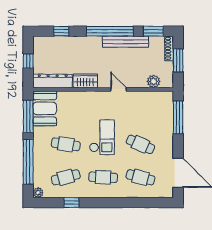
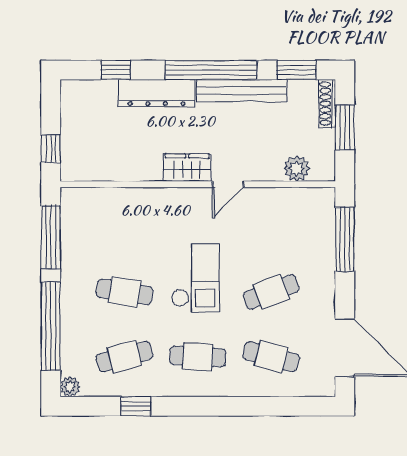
window: (28, 61) -> (51, 149), moved
dresser: (53, 81) -> (156, 93), moved, turned 180
wardrobe: (85, 81) -> (187, 168), moved
door: (119, 89) -> (228, 184), swing flipped
booth: (45, 108) -> (83, 221), removed
cafe table: (140, 144) -> (271, 292), turned -45

